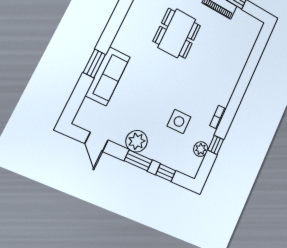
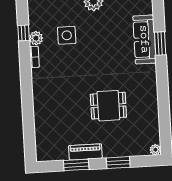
dining table: (177, 33) -> (108, 106), width x0.73
plant: (201, 149) -> (36, 38), moved

